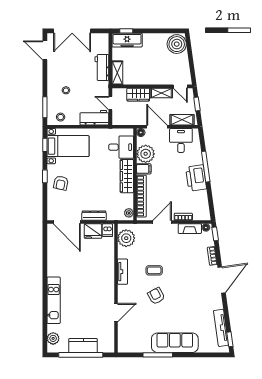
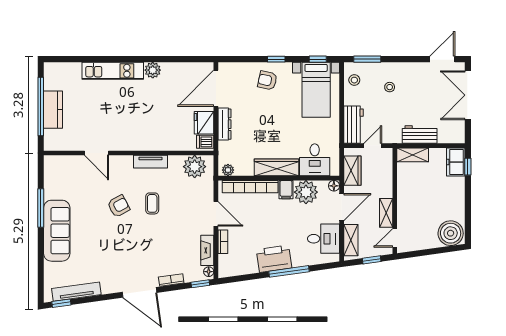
freezer: (127, 40) -> (456, 162), width x0.71
wardrobe: (138, 95) -> (352, 171), moved, turned 180
plant: (53, 338) -> (153, 70), moved

